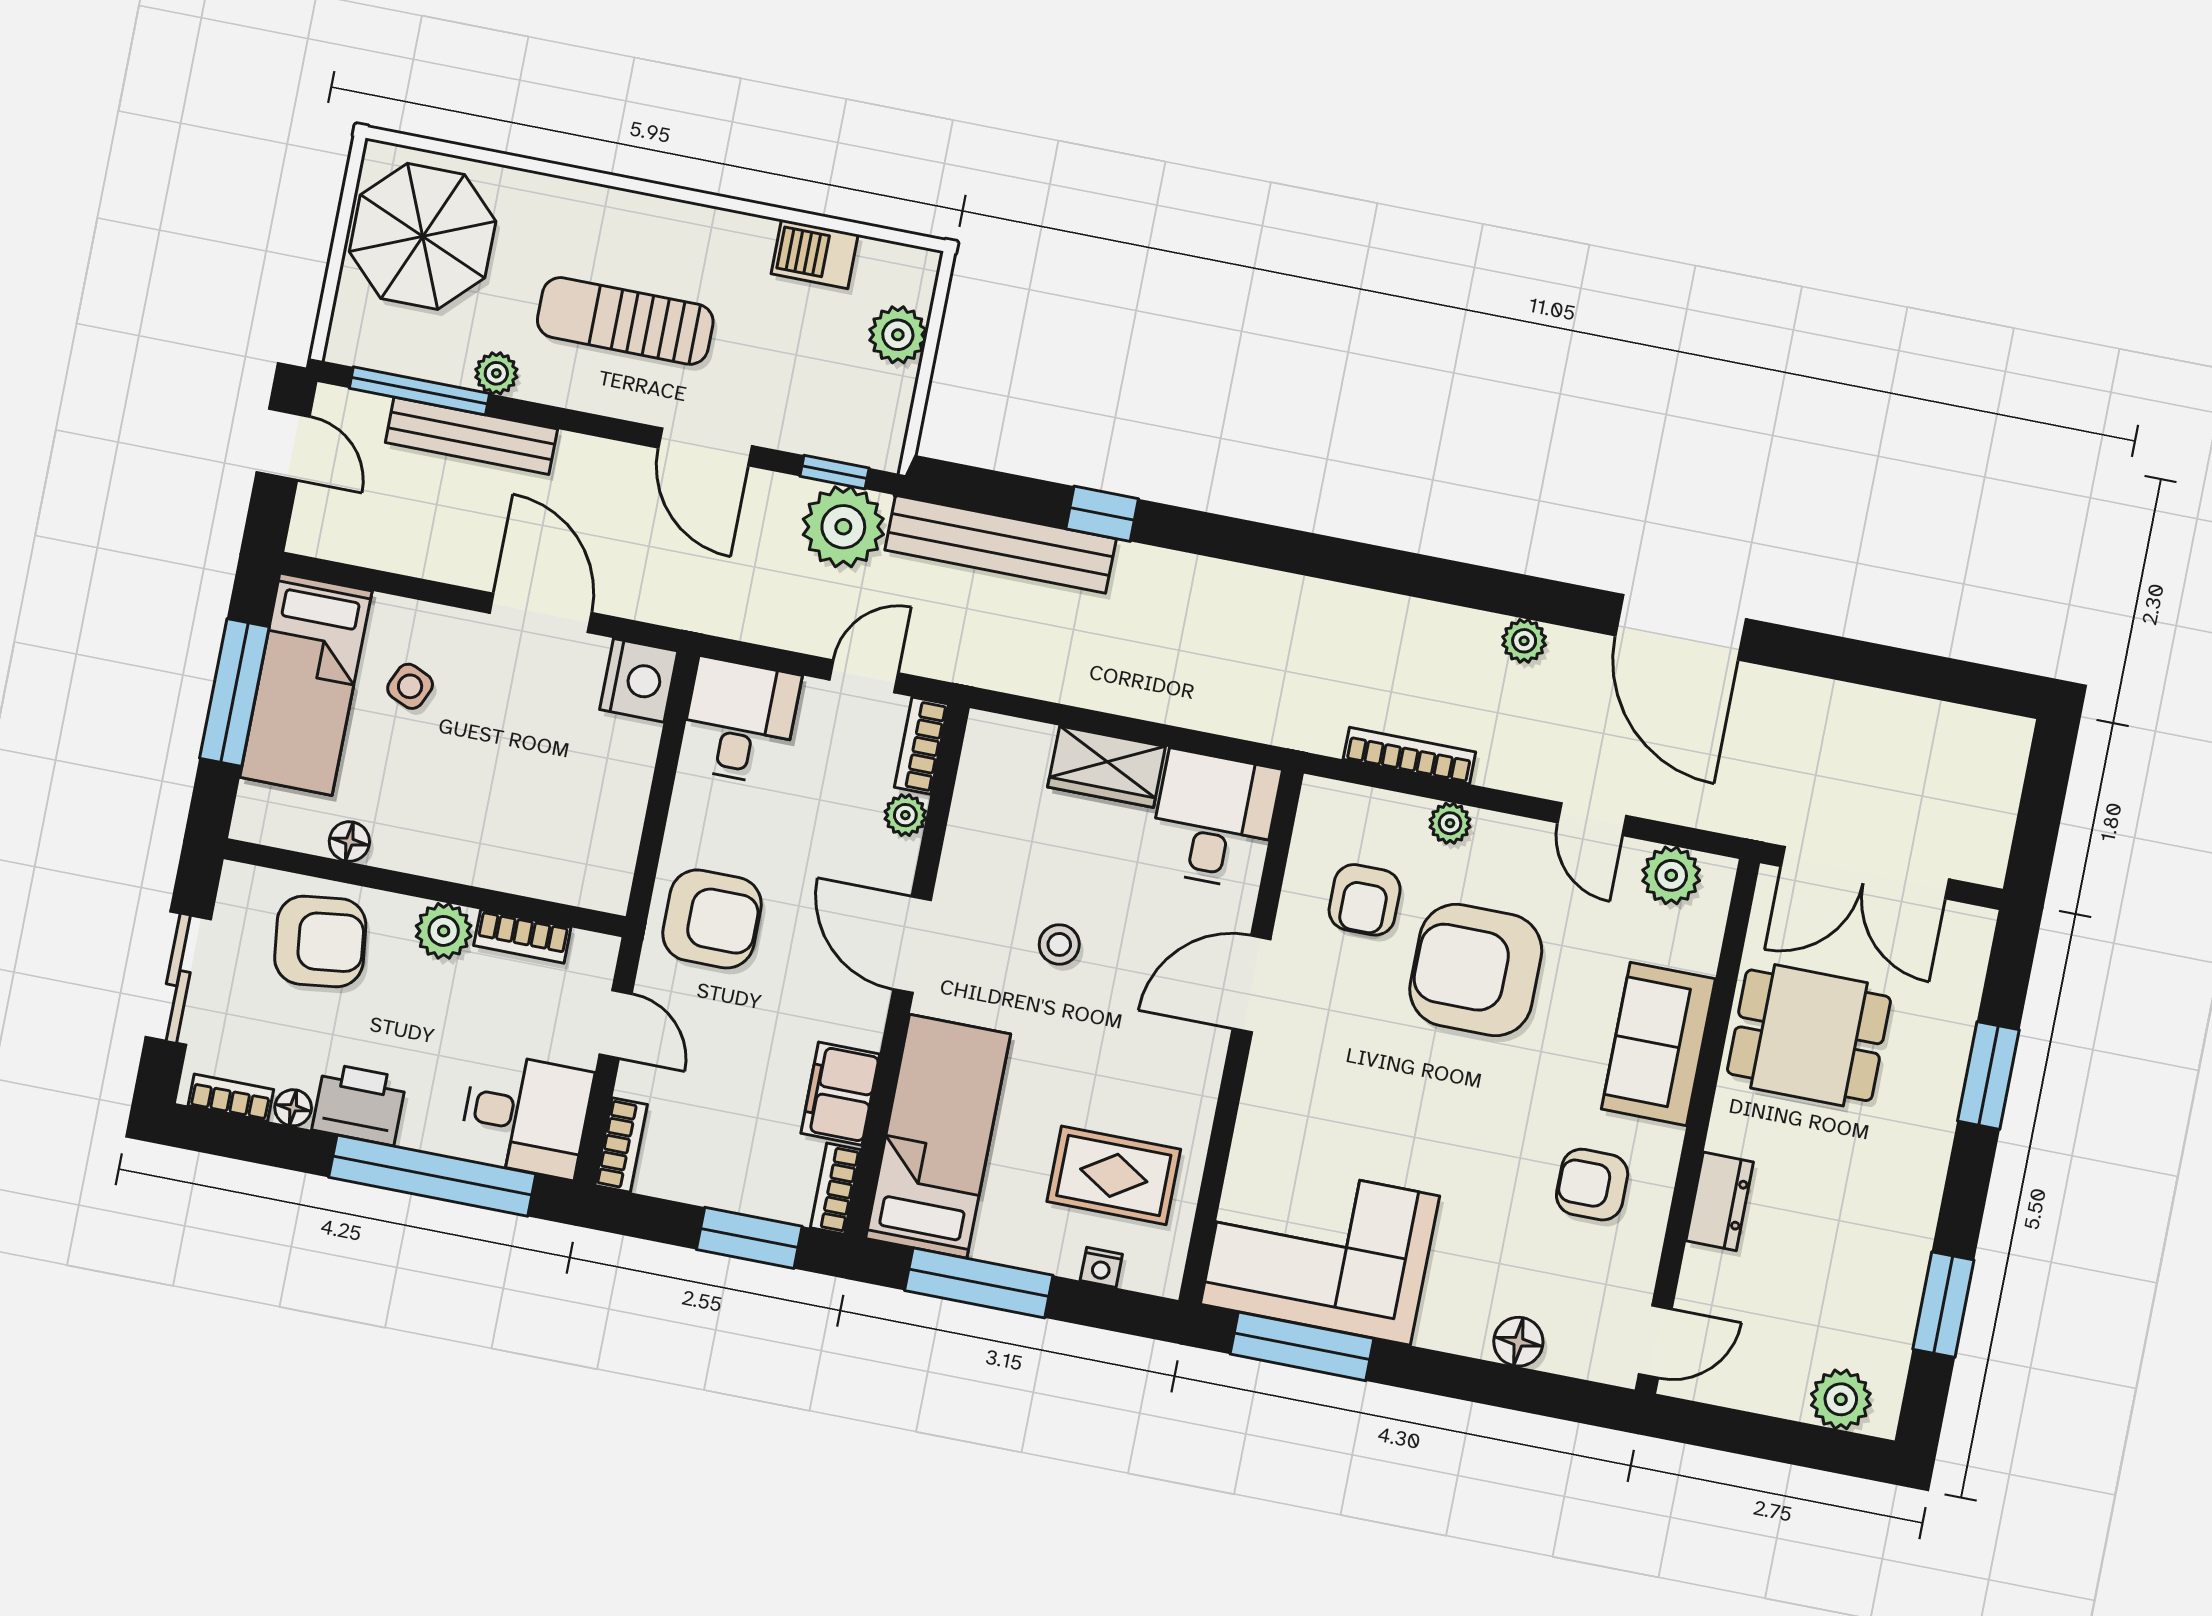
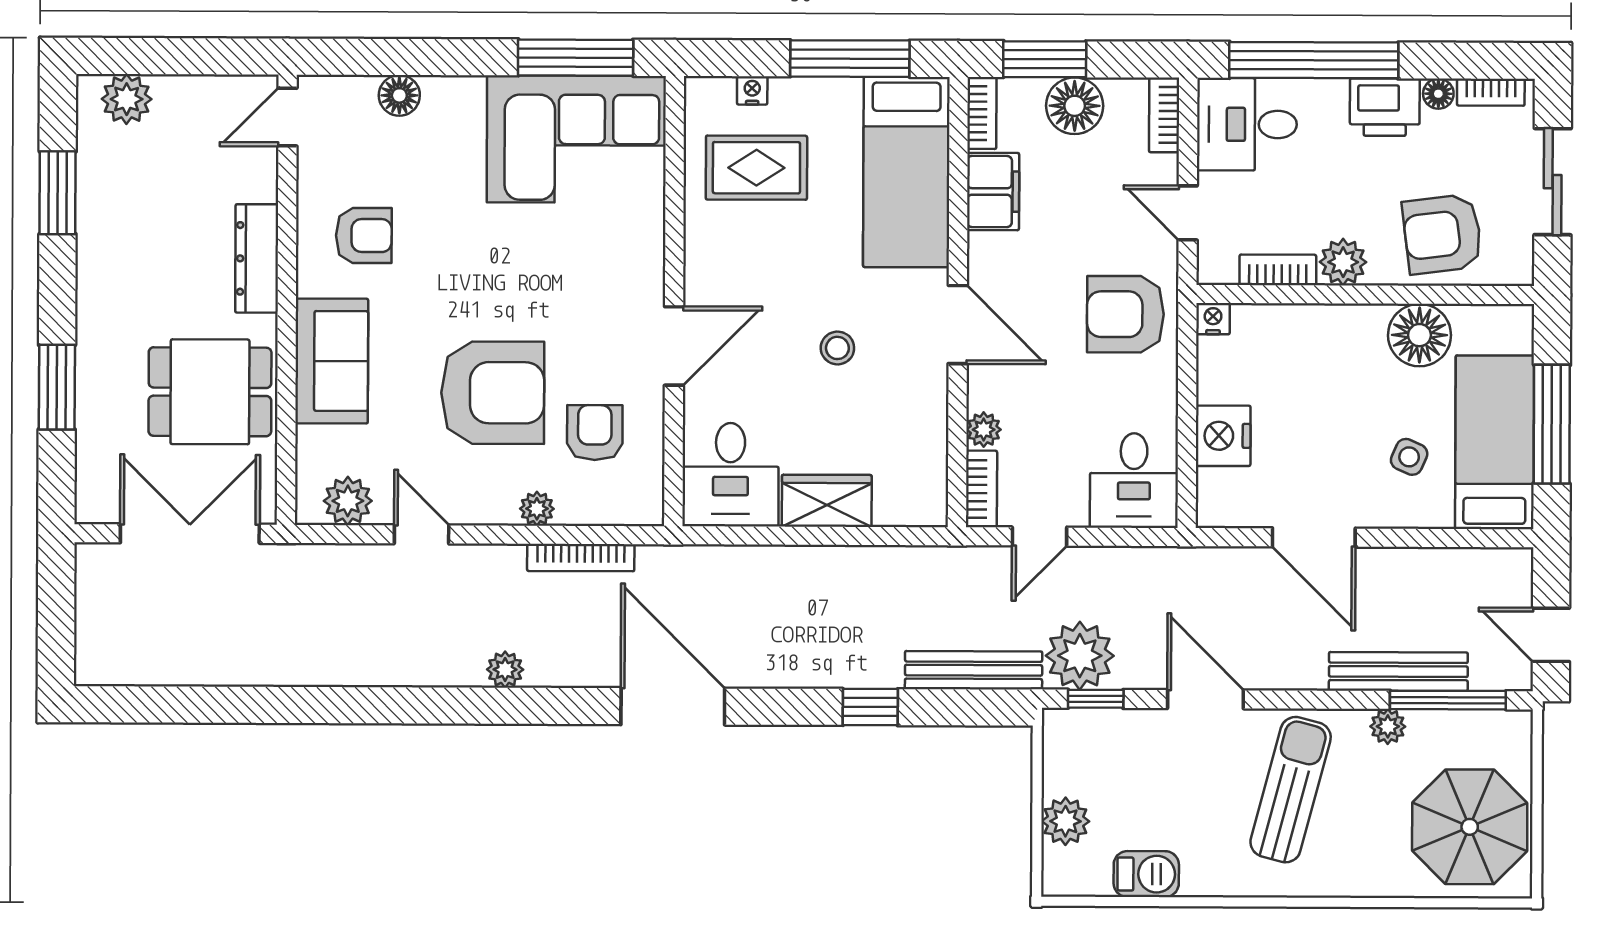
sun lounger: (625, 321) -> (1291, 790), turned -75
bench: (1001, 544) -> (974, 670), width x0.73, depth x0.82
door: (1681, 627) -> (673, 706), moved
nightstand: (639, 680) -> (1223, 436), moved
floor lamp: (349, 842) -> (1419, 335), width x1.89, depth x1.89
nightstand: (610, 894) -> (1213, 319), added
floor lamp: (725, 1176) -> (1075, 106), added
dresser: (1720, 1201) -> (257, 258), width x1.44

